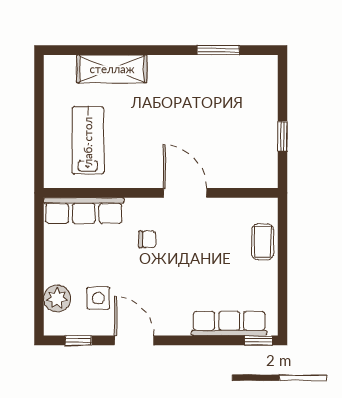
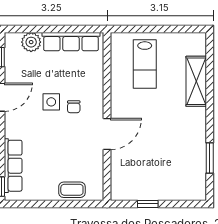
lab bench: (88, 141) -> (145, 64), turned 90
row of seats: (84, 211) -> (71, 42), moved, turned -90
side table: (98, 298) -> (51, 102), moved

